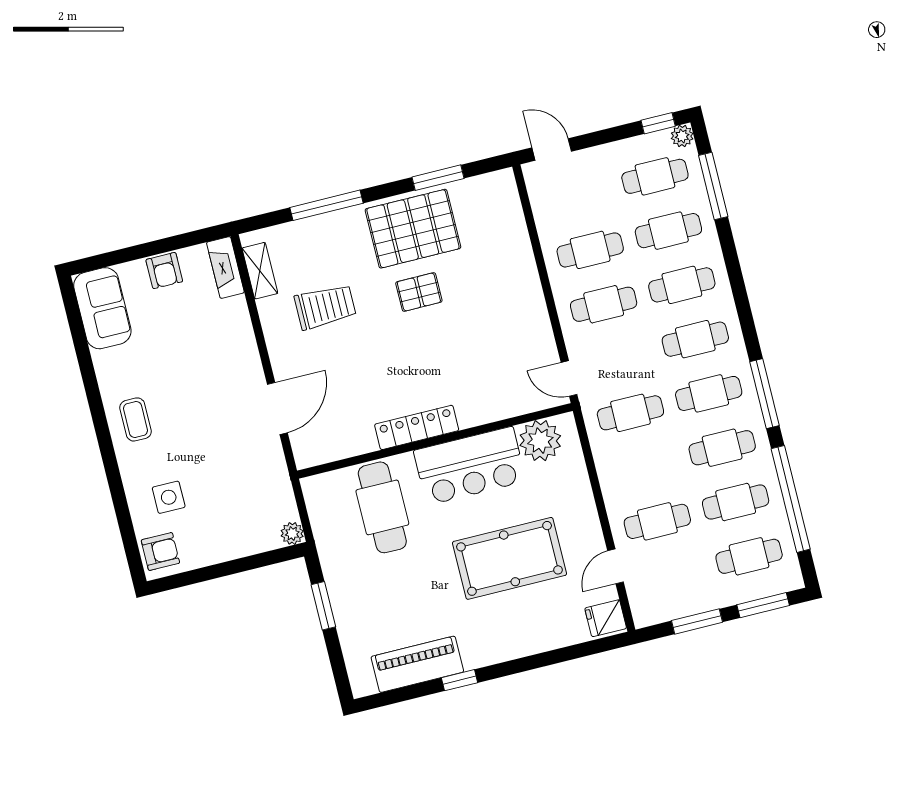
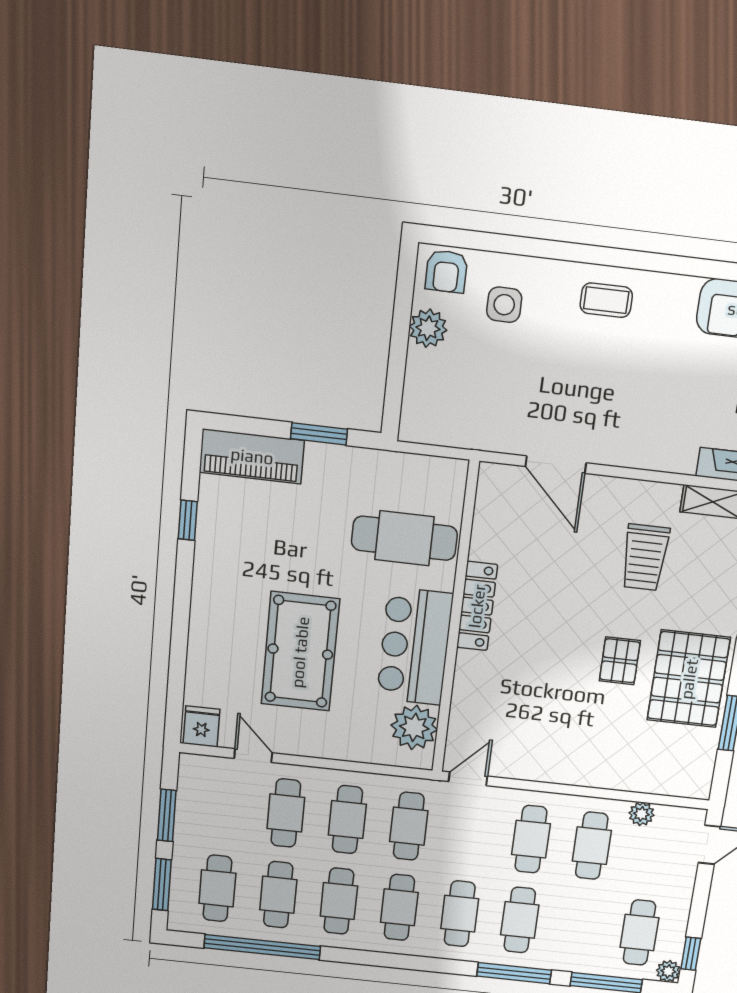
plant: (546, 219) -> (641, 814), added
cafe table: (668, 231) -> (347, 820), moved
window: (765, 394) -> (514, 973), moved
plant: (292, 533) -> (428, 328), moved, width x1.38, depth x1.38
piano: (417, 664) -> (252, 456), moved, turned 90
window: (460, 680) -> (188, 520), moved

